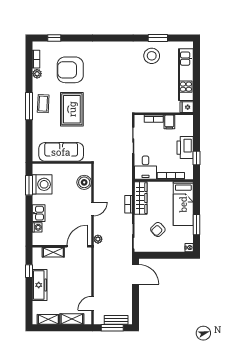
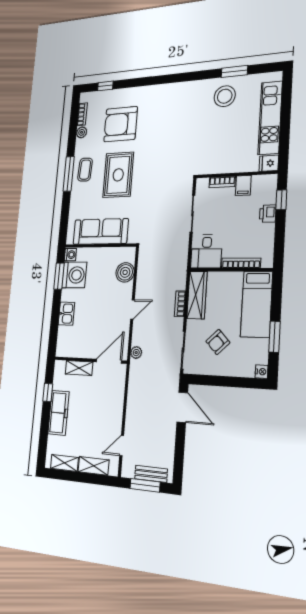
printer: (185, 148) -> (268, 214), width x0.53, depth x0.68
window: (197, 158) -> (281, 200), moved
washing machine: (37, 227) -> (70, 255), moved

